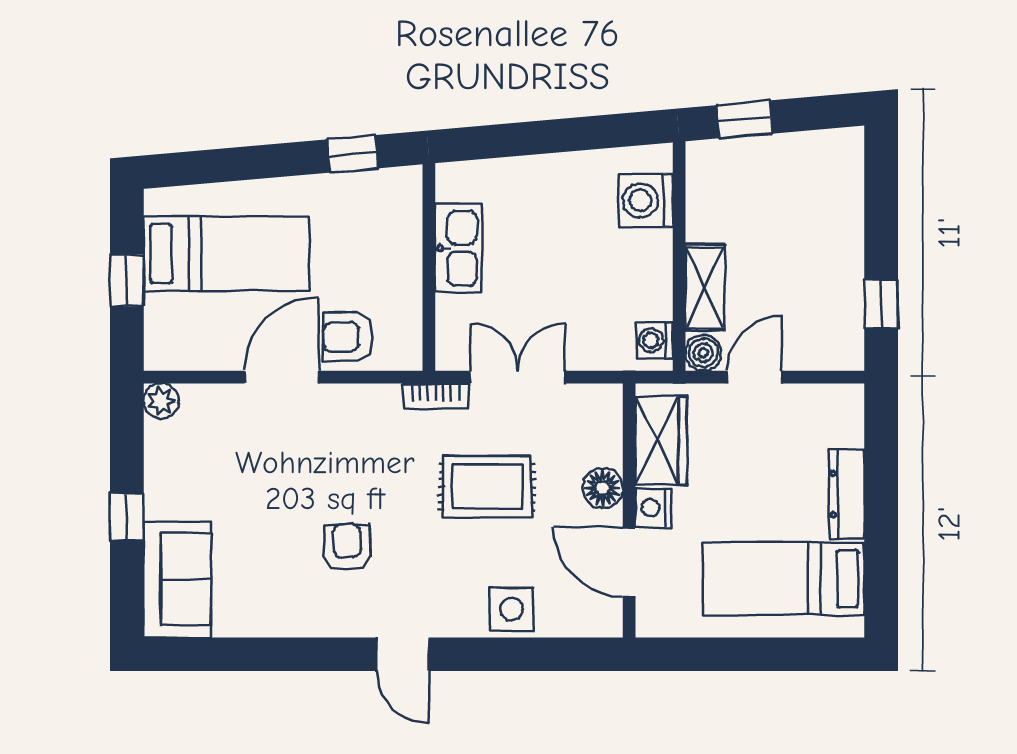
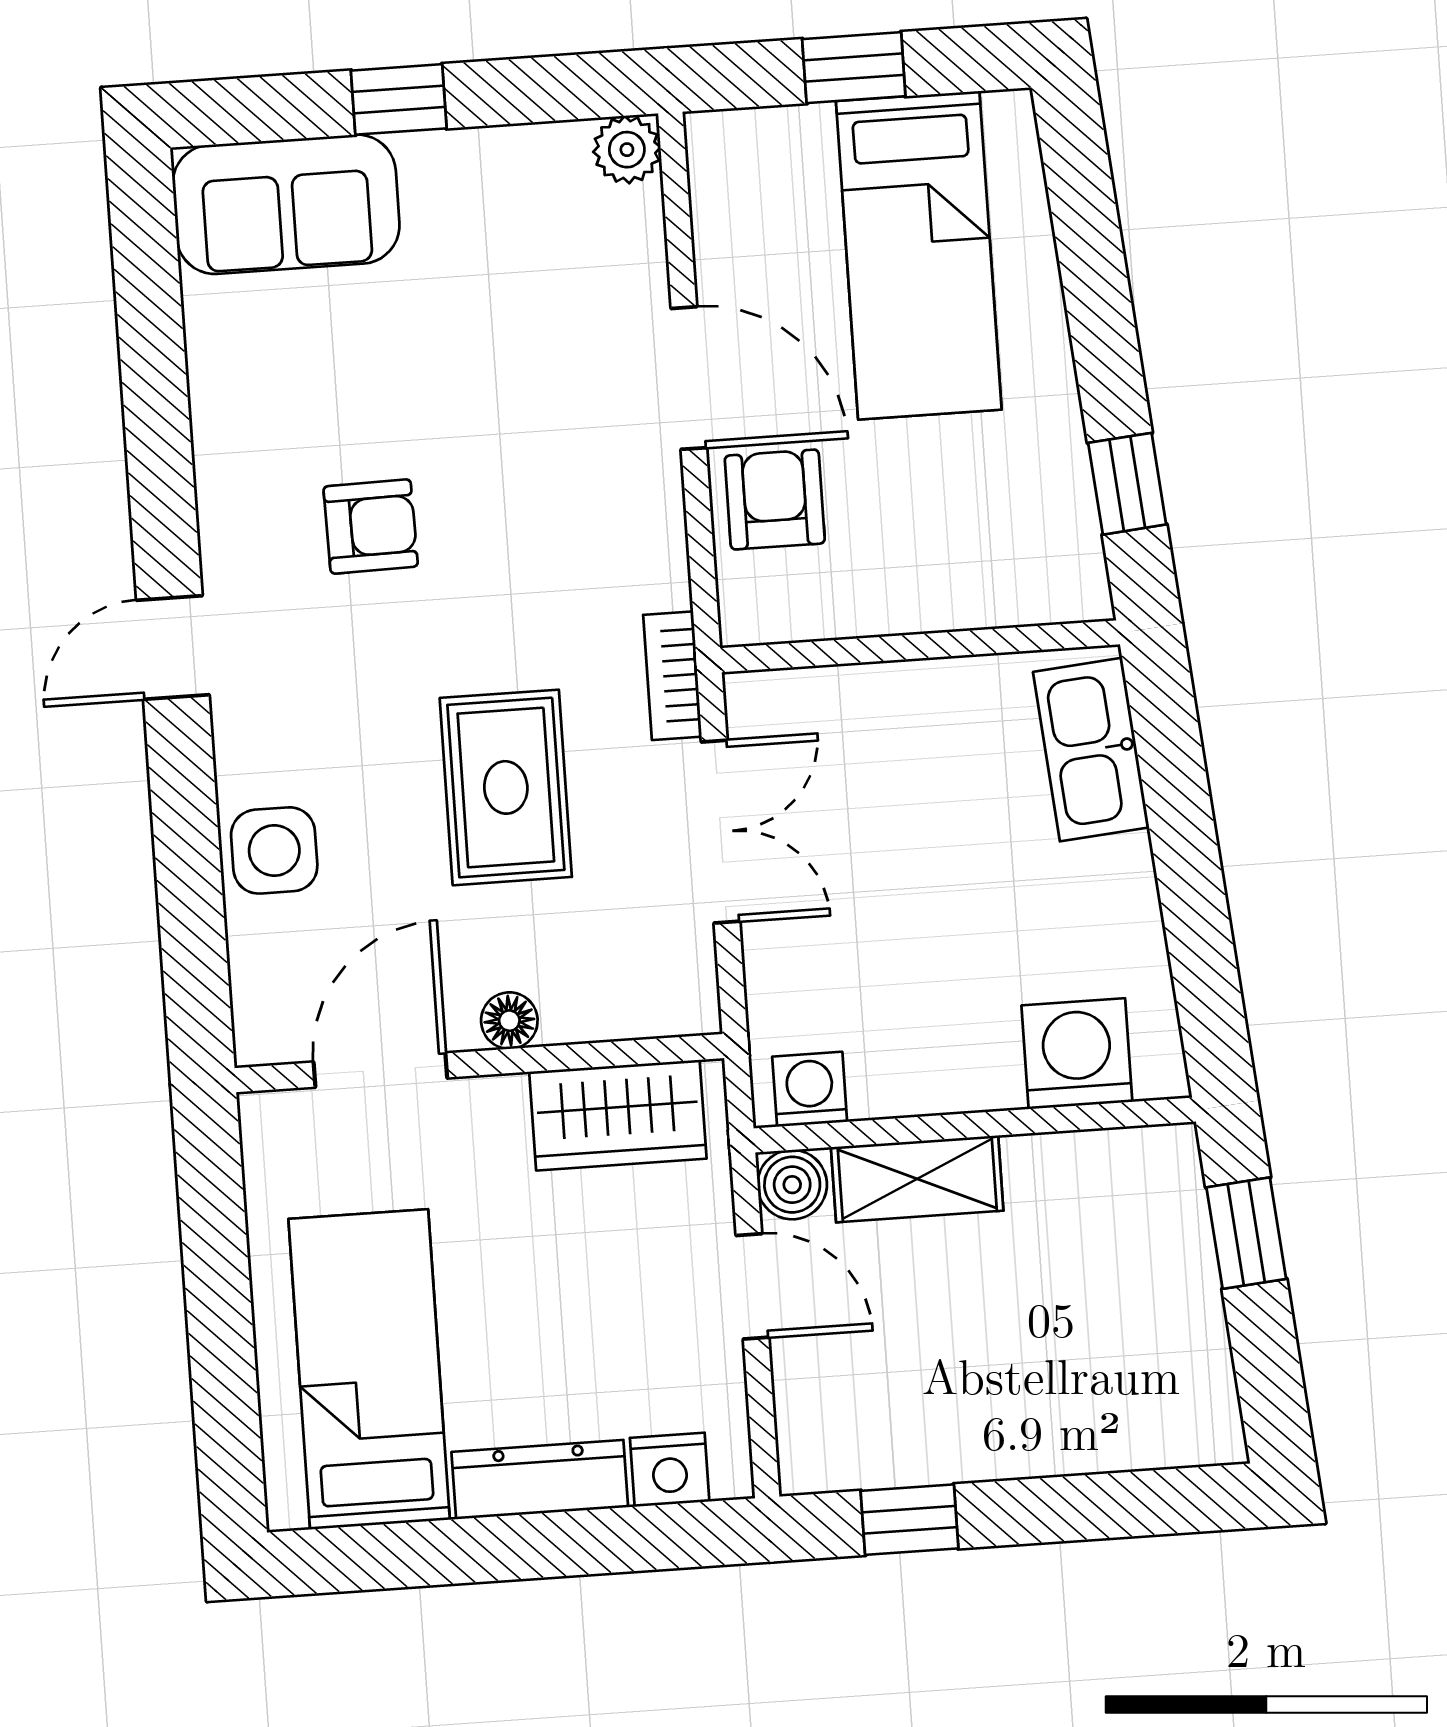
kitchen sink: (459, 248) -> (1091, 750), moved, turned 85
floor lamp: (603, 488) -> (509, 1021), width x0.73, depth x0.73
nightstand: (653, 508) -> (670, 1470), moved, turned 180

